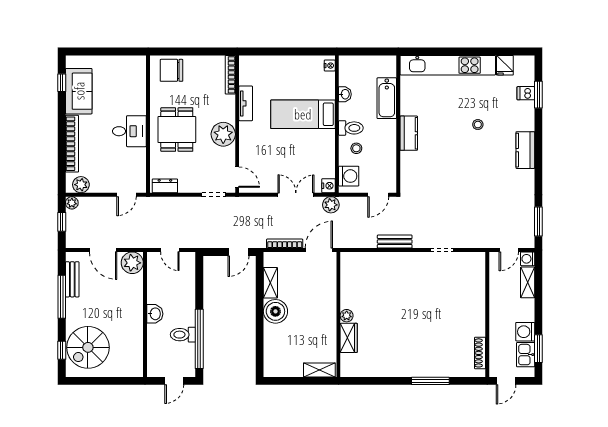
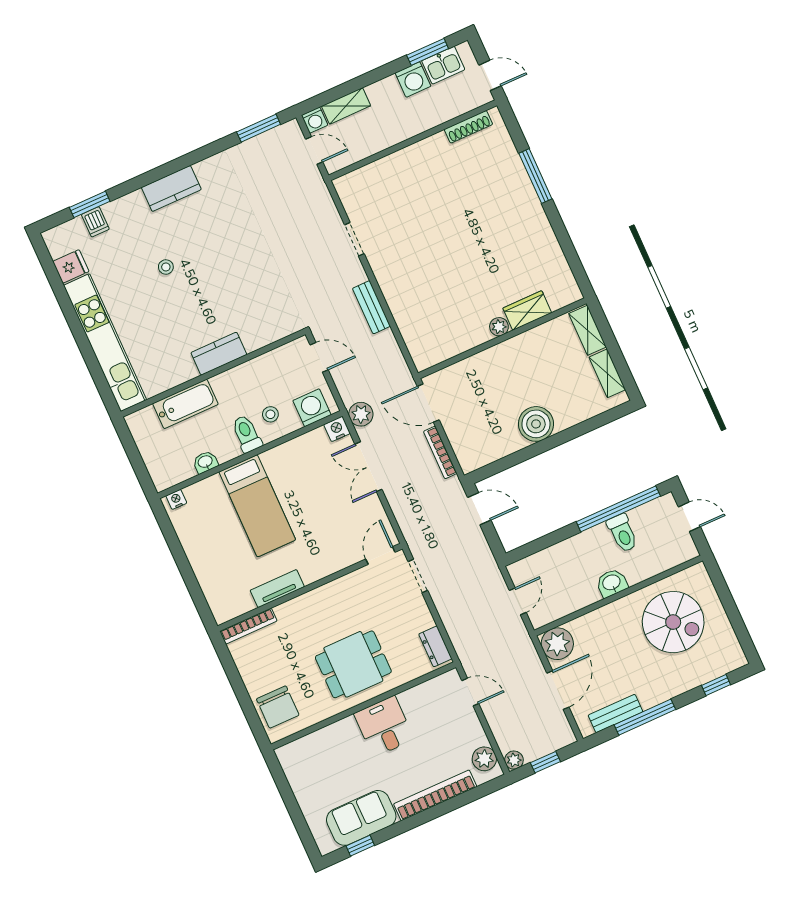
plant: (223, 134) -> (332, 600), removed
shelving: (270, 283) -> (607, 373), moved, turned 90
spiral stairs: (88, 347) -> (673, 622), moved

